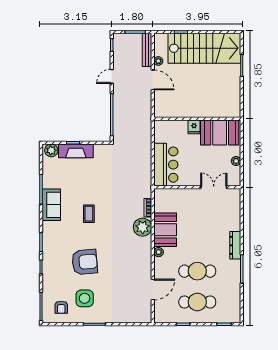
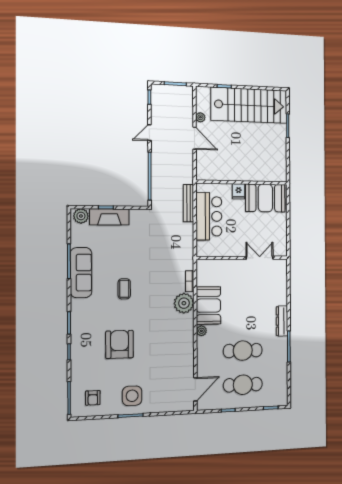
bench: (147, 50) -> (188, 203), moved
plant: (236, 161) -> (282, 229), removed
bar counter: (166, 165) -> (209, 216), moved
sofa: (51, 205) -> (81, 273), width x1.36
armchair: (85, 262) -> (120, 344), turned -85
door: (153, 290) -> (195, 389), moved
side table: (85, 298) -> (132, 396), moved

